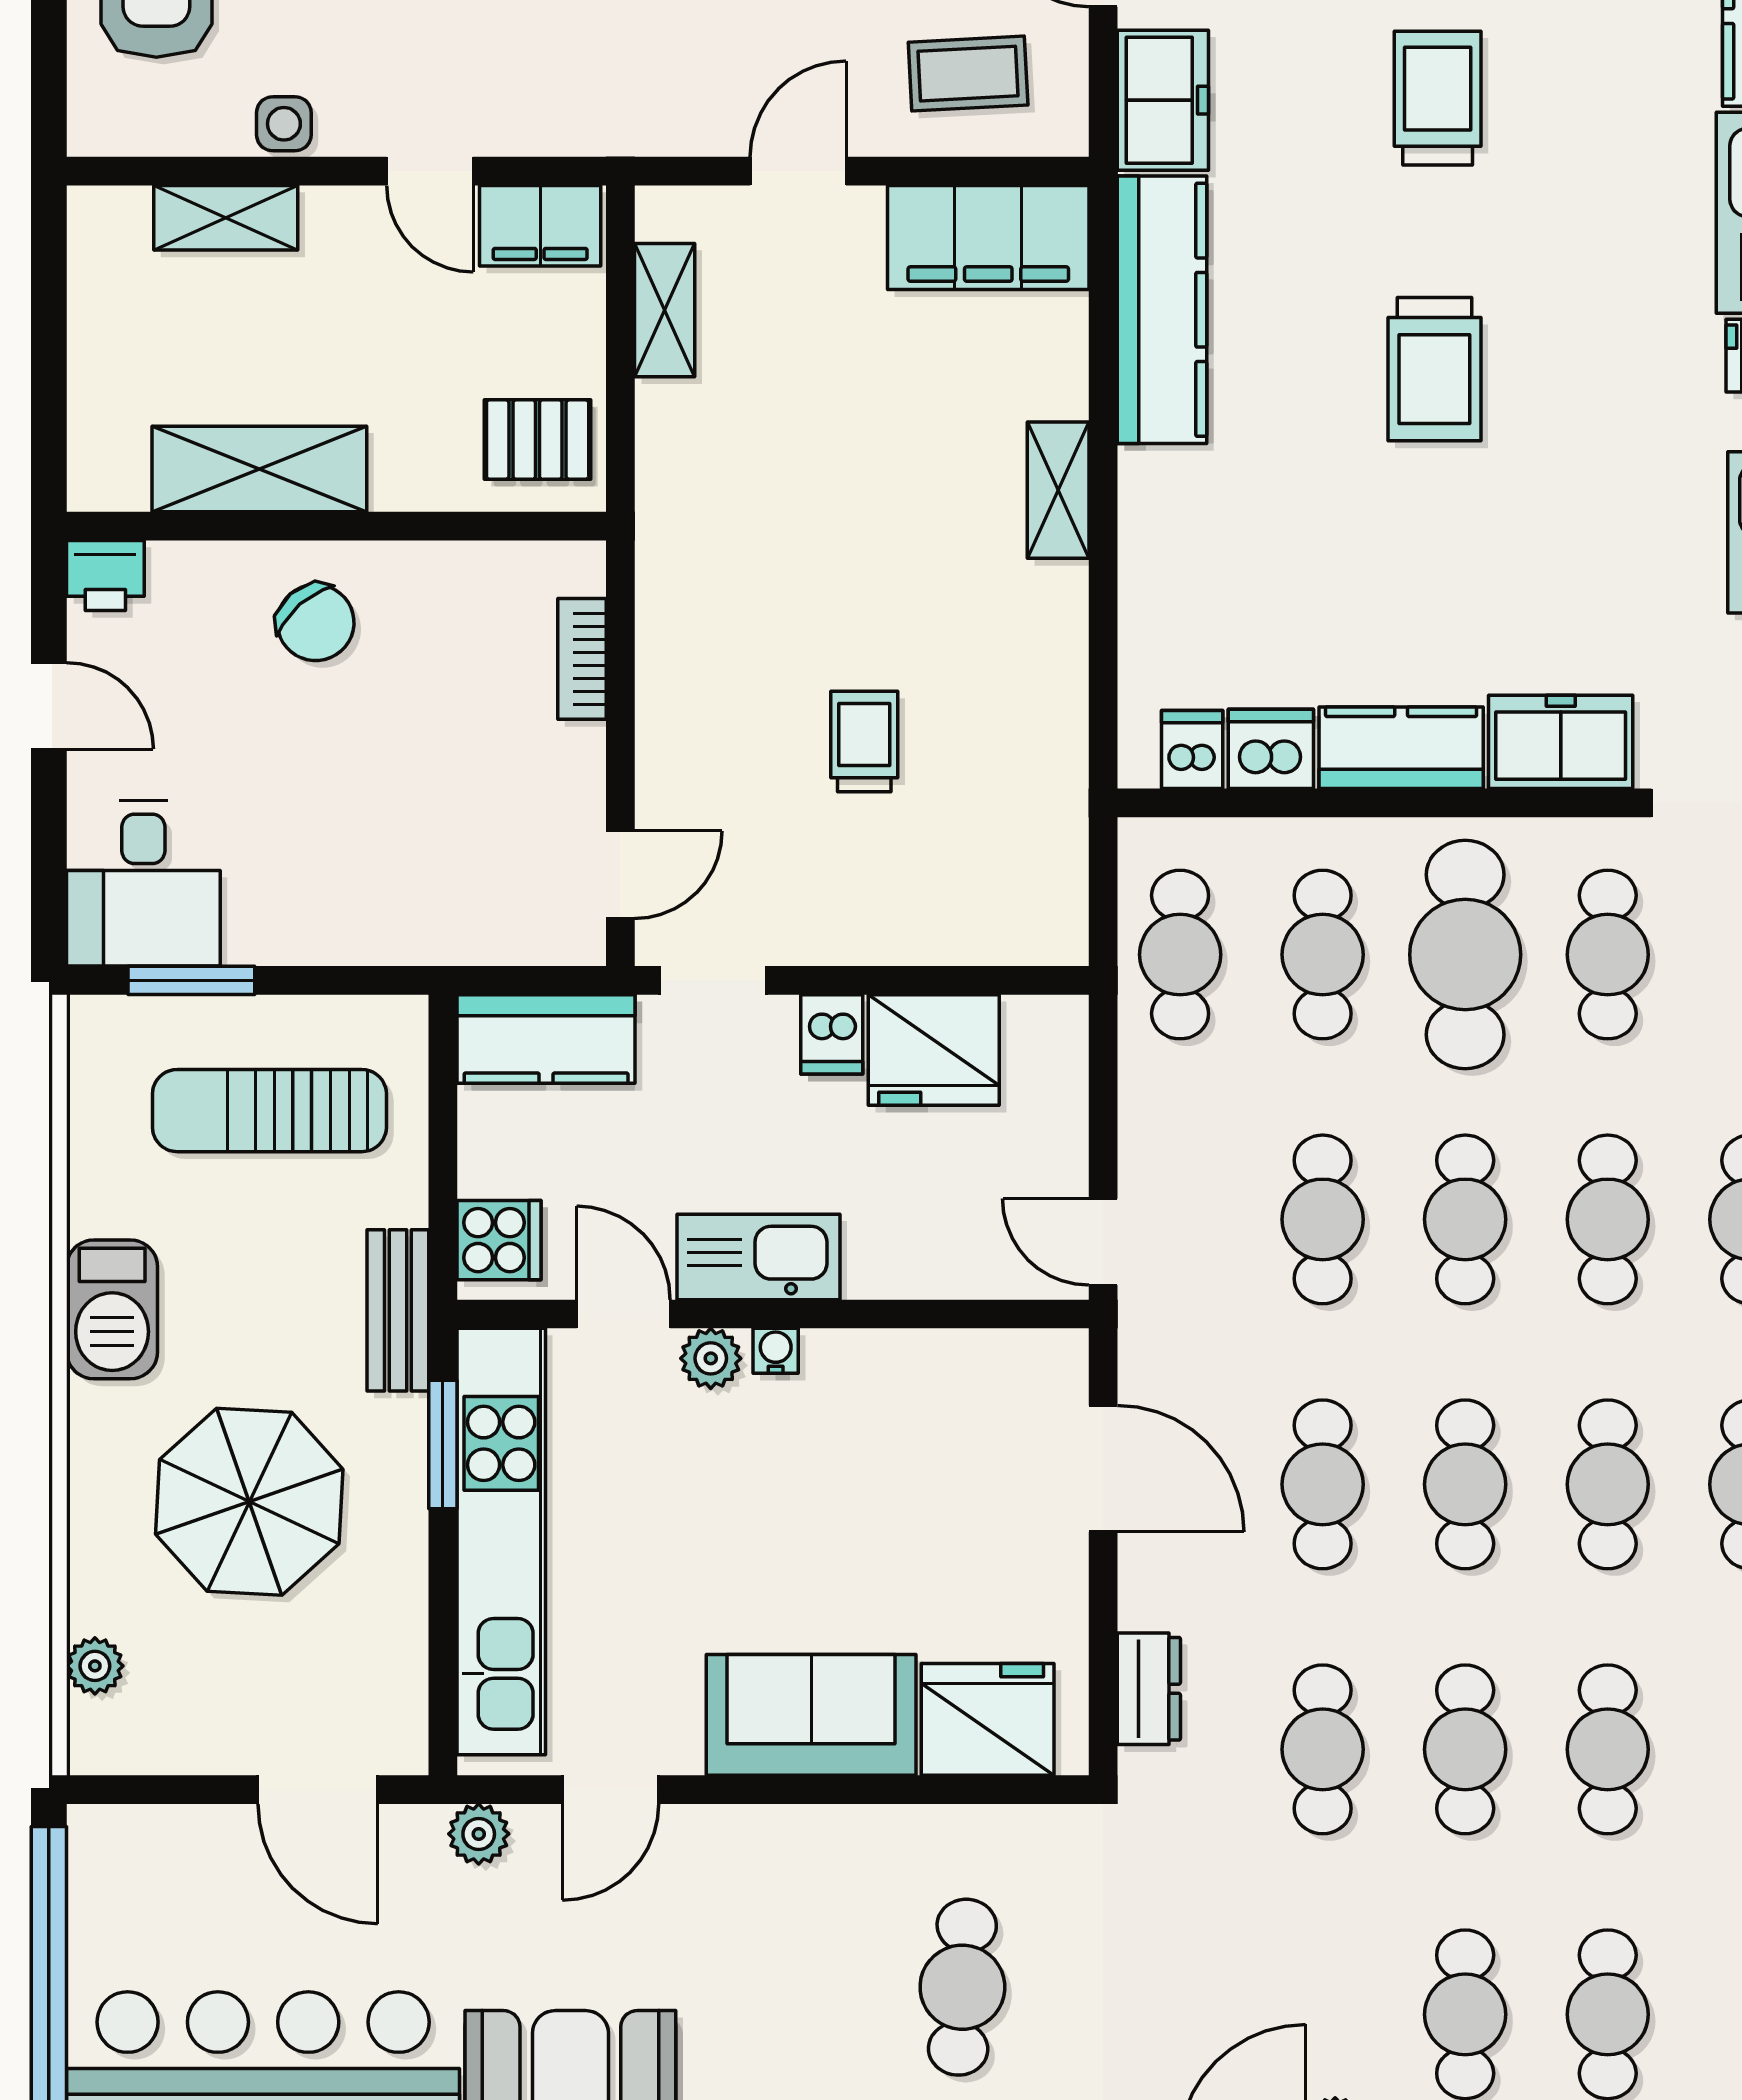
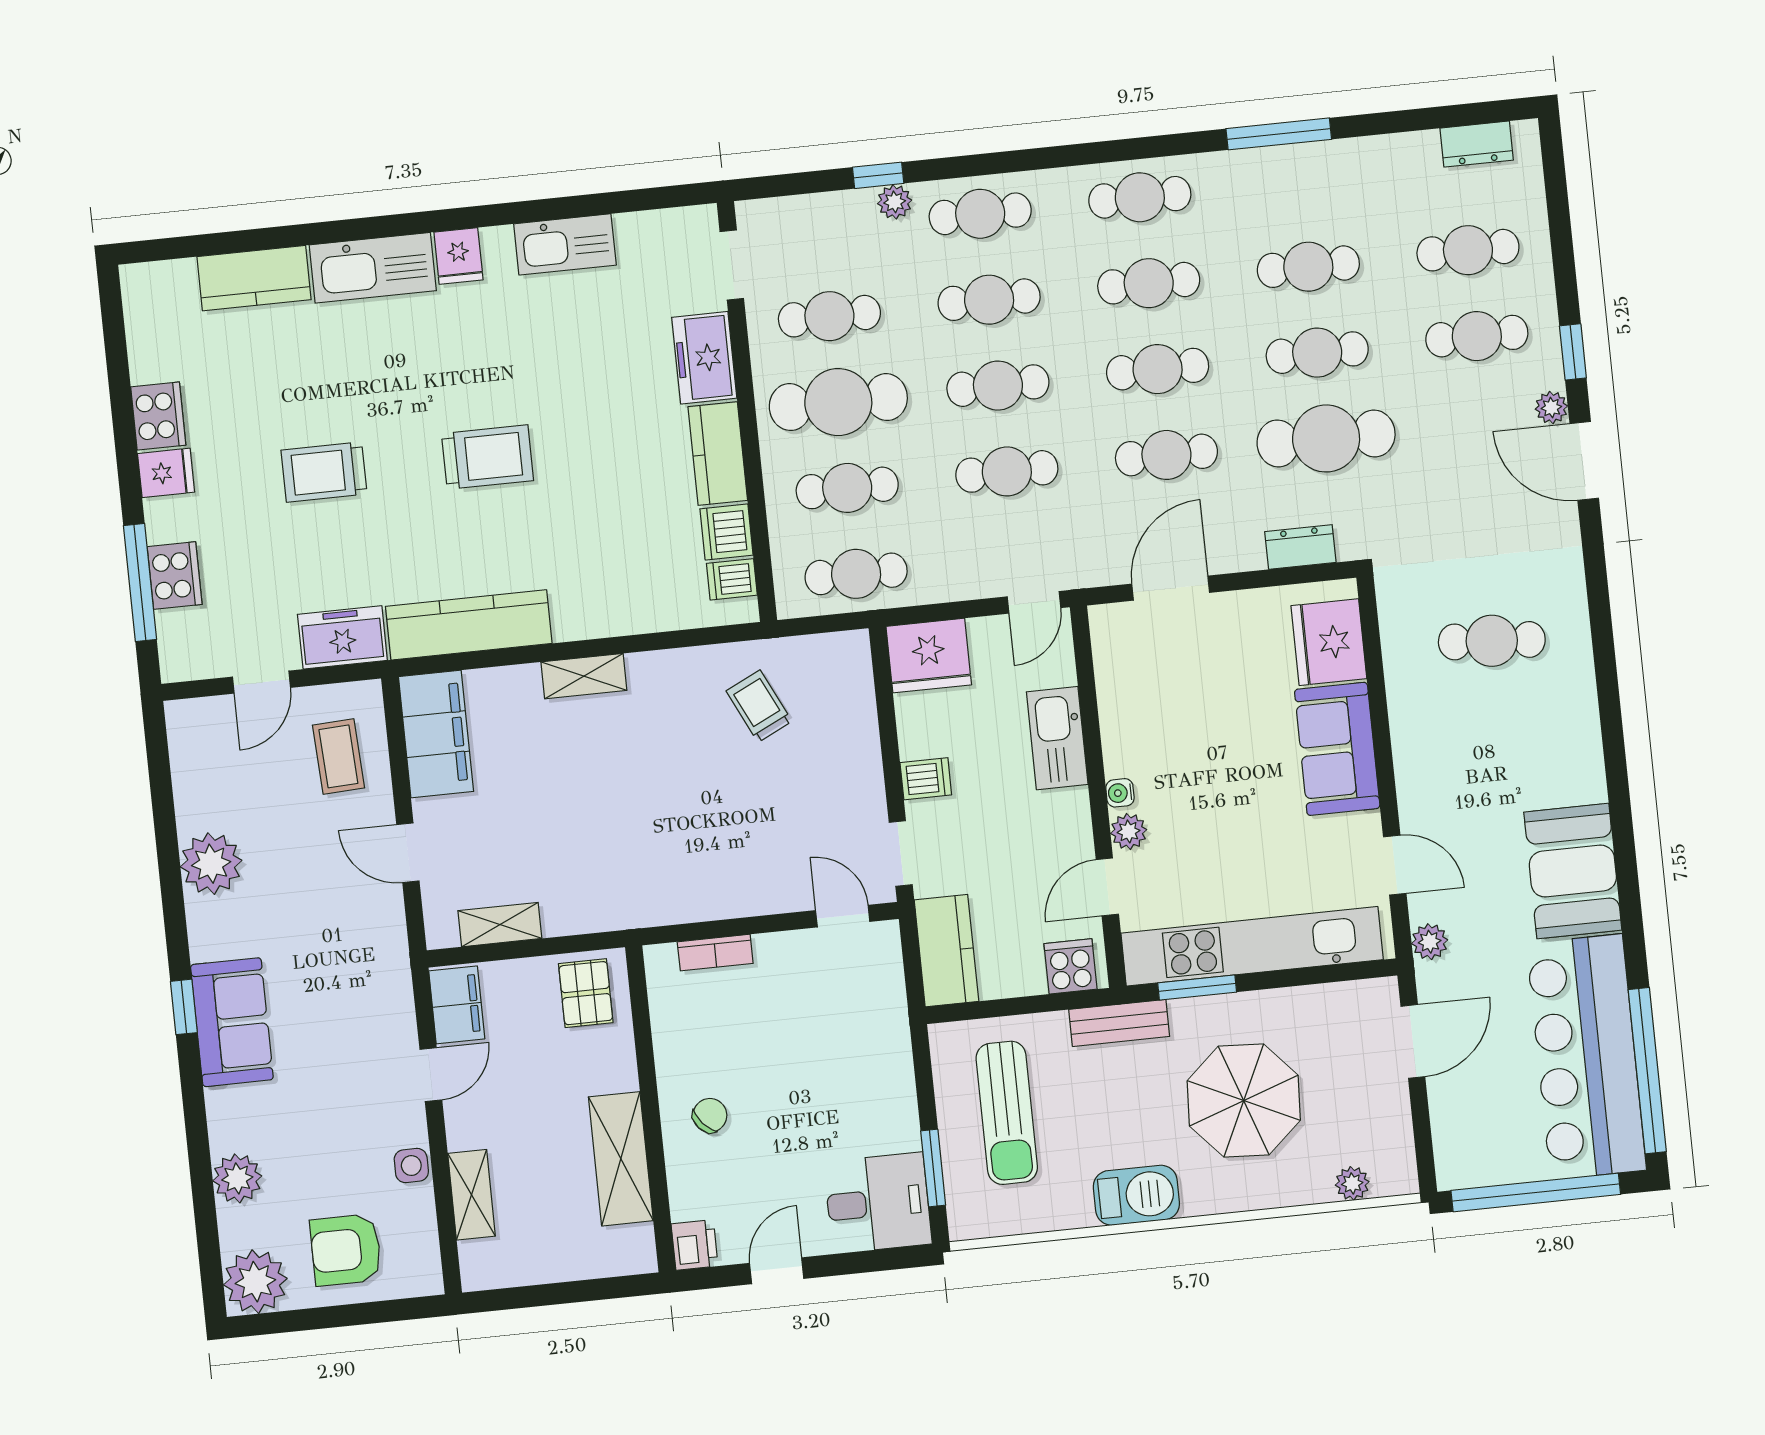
chair: (316, 623) -> (710, 1115), width x0.73, depth x0.73
trolley: (864, 742) -> (759, 706), moved, turned 64
fridge: (934, 1050) -> (929, 656), moved, turned 90
kitchen sink: (758, 1257) -> (1057, 738), moved
cafe table: (1323, 1749) -> (1326, 438), width x1.37, depth x1.35

